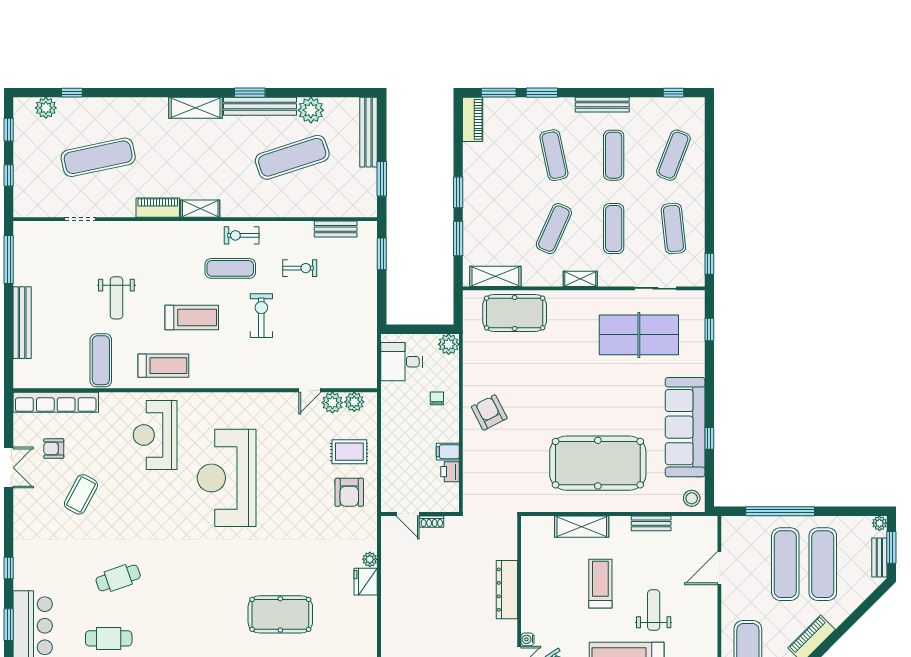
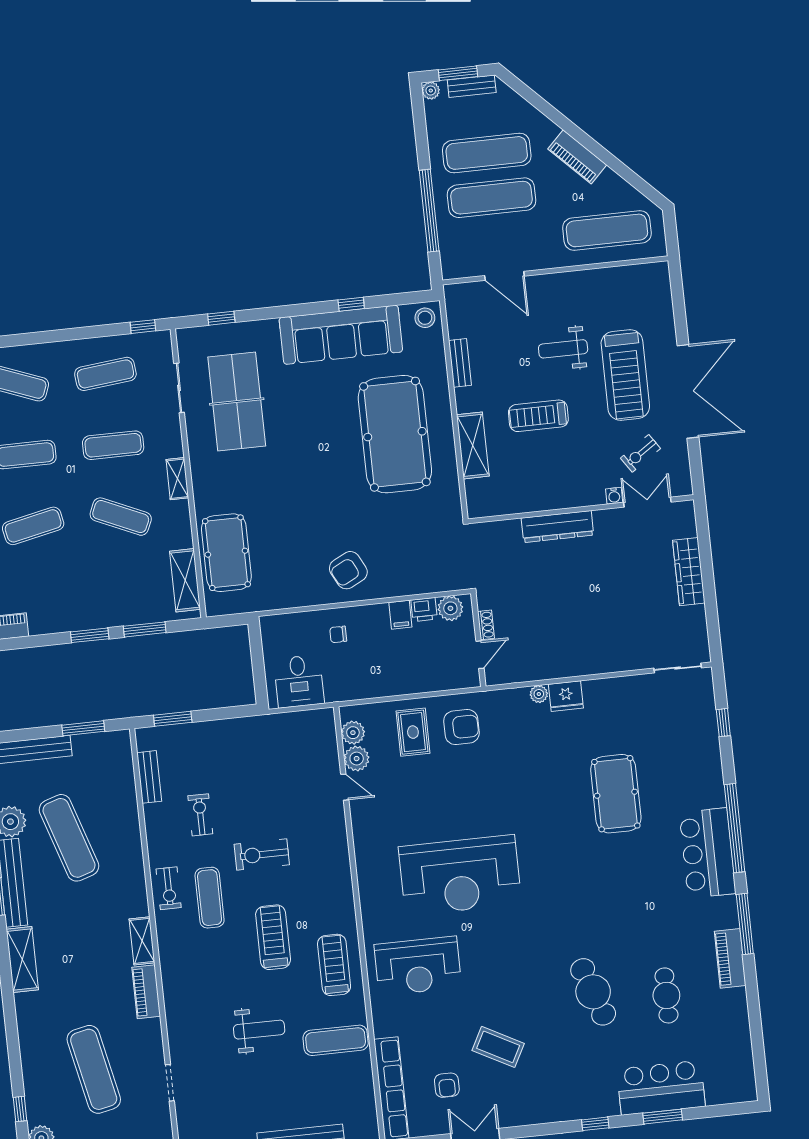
plant: (449, 344) -> (450, 608), moved
cafe table: (118, 578) -> (593, 992), width x1.37, depth x1.35

